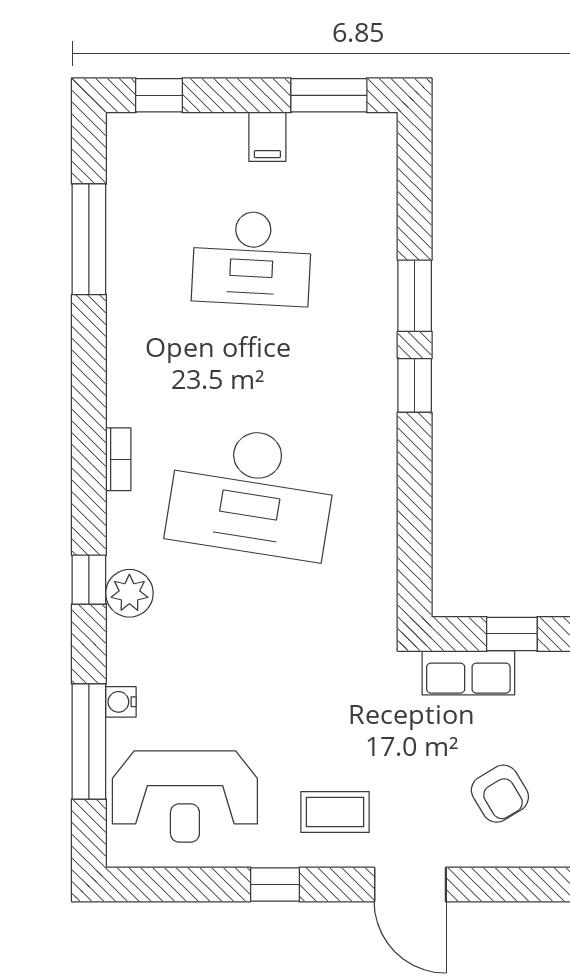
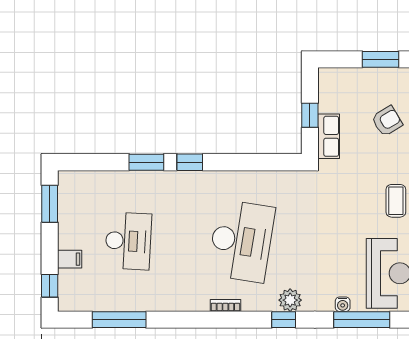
filing cabinet: (267, 137) -> (70, 259), moved

